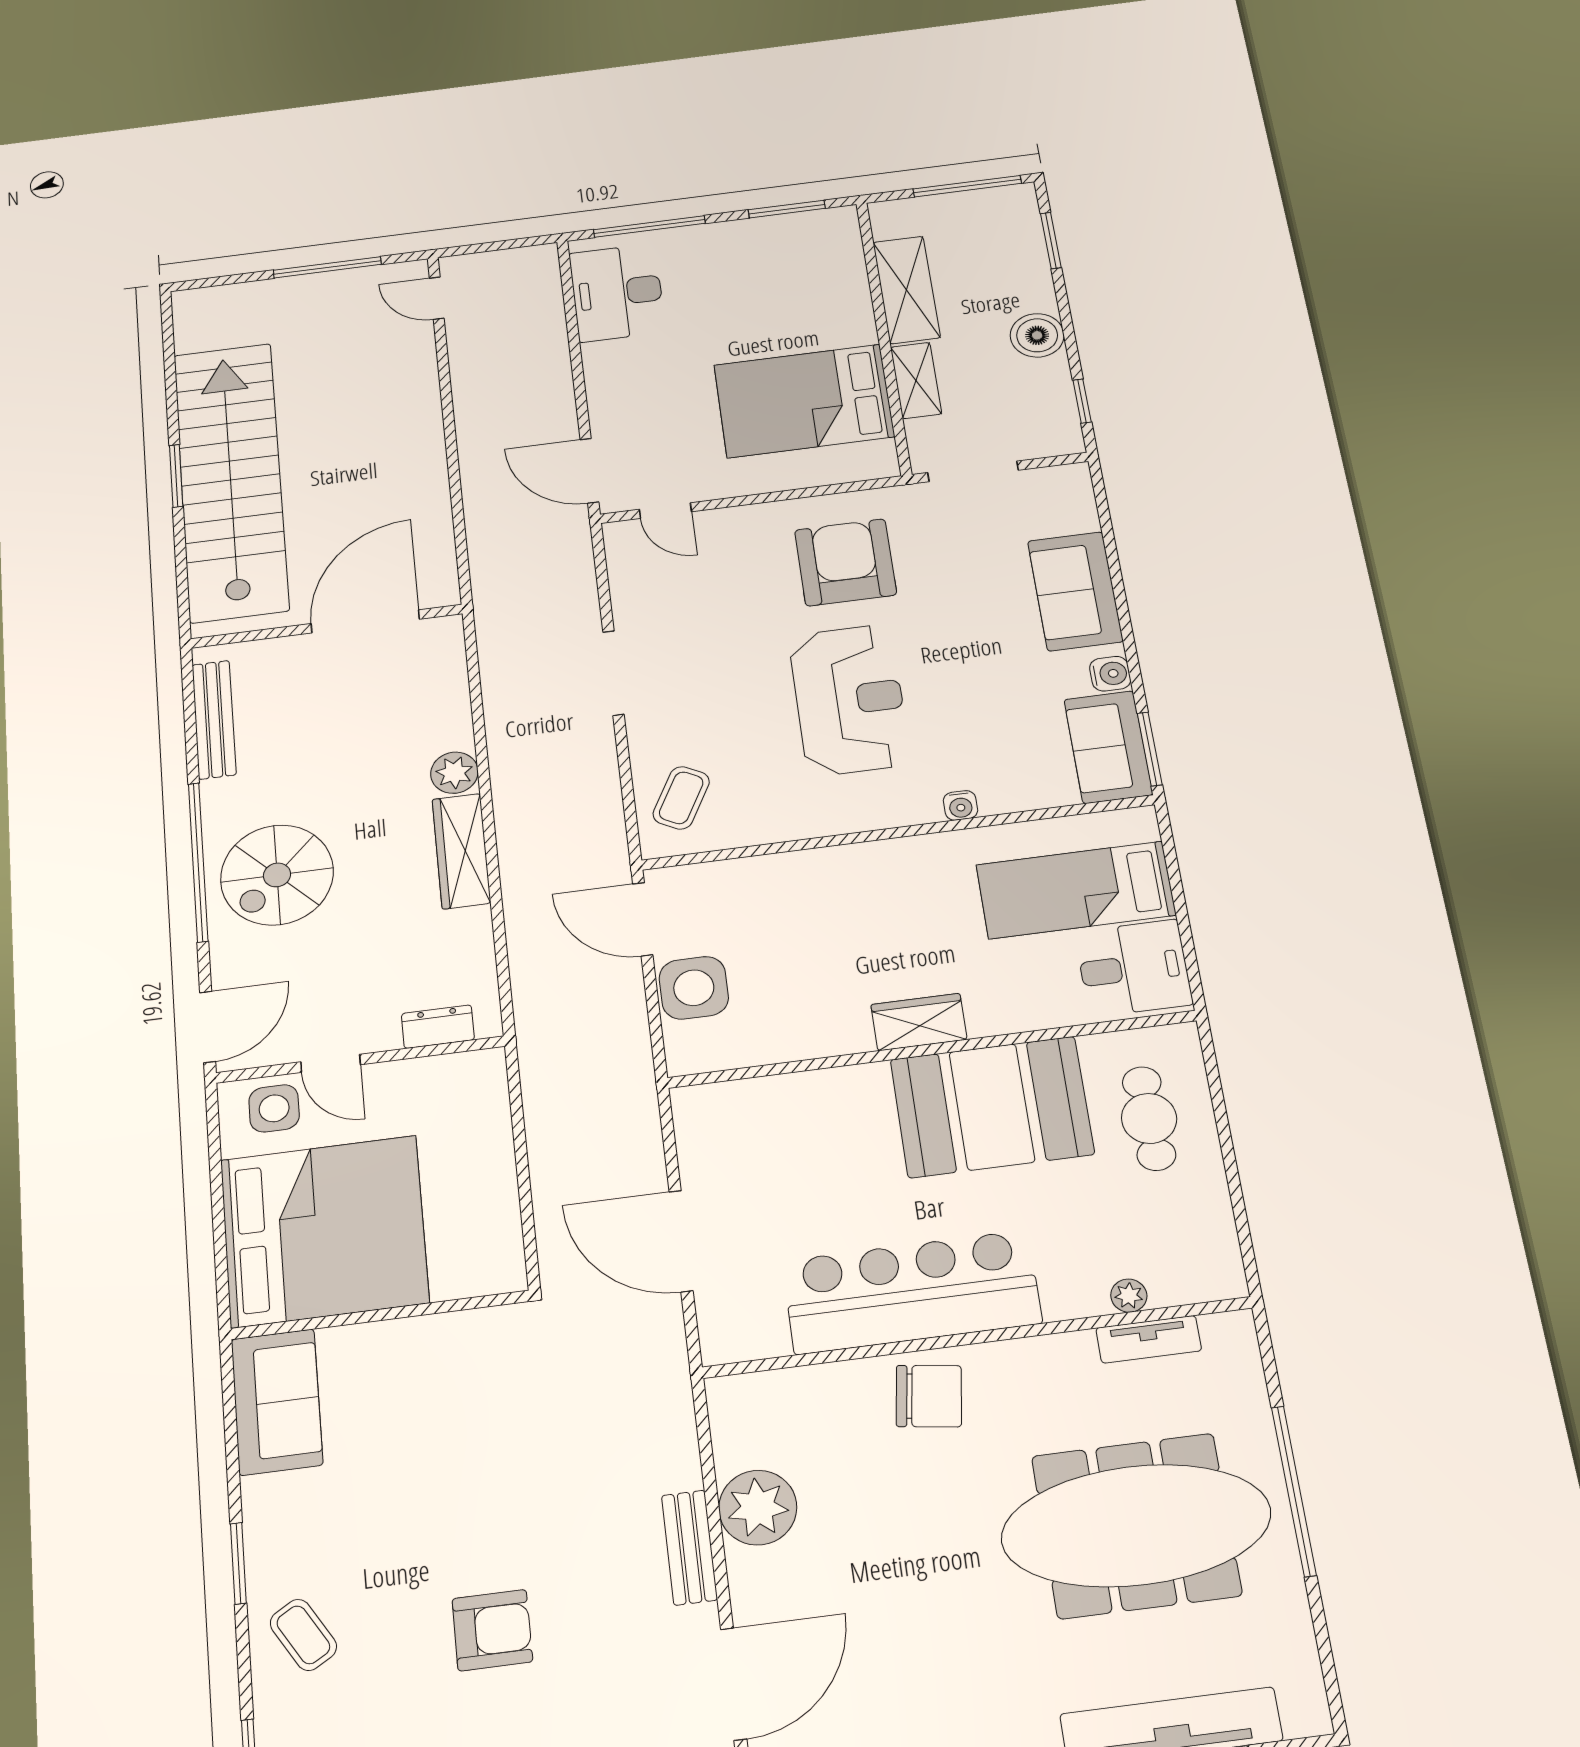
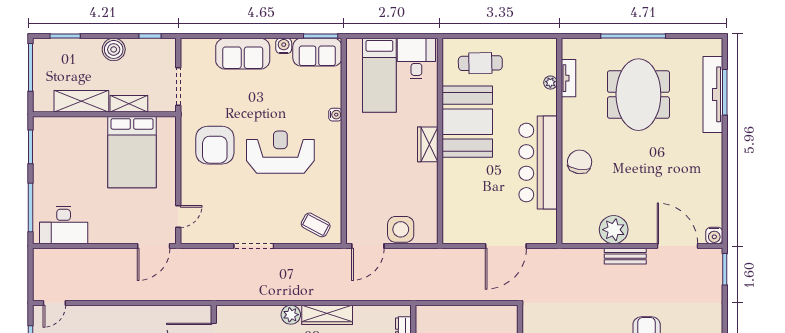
armchair: (846, 562) -> (215, 145), turned -90
meeting table: (1136, 1525) -> (638, 95), width x0.73

